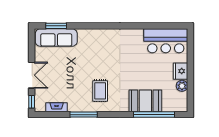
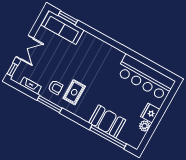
bar counter: (166, 41) -> (145, 77), width x1.36
armchair: (80, 96) -> (55, 87), added

